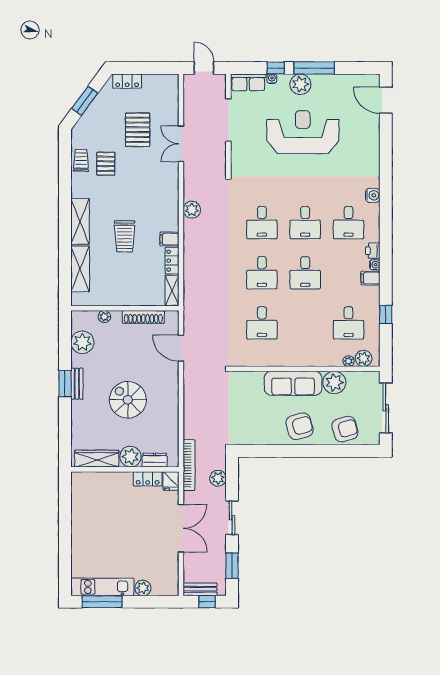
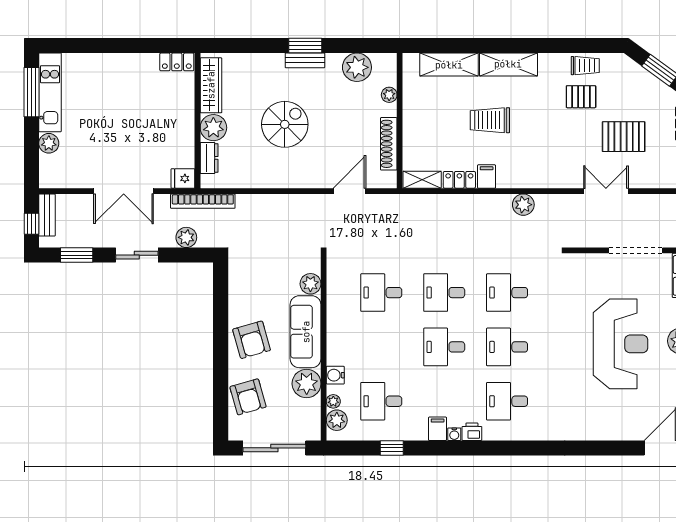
water cooler: (373, 195) -> (335, 375), moved, turned 90
plant: (255, 379) -> (310, 284), added
locker: (148, 479) -> (177, 62), moved, turned -90

